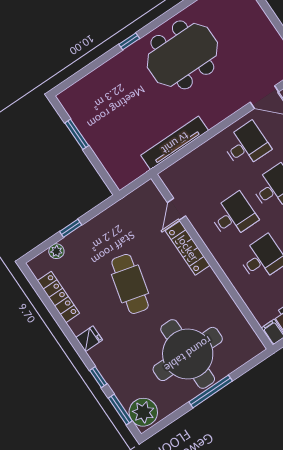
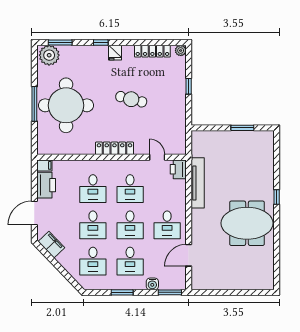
meeting table: (182, 55) -> (247, 223), turned 90
printer: (174, 176) -> (178, 169), added
locker: (188, 248) -> (114, 148), moved
plant: (56, 251) -> (181, 50), moved
cafe table: (130, 284) -> (131, 99), width x0.73, depth x0.74
window: (98, 377) -> (101, 43), moved

